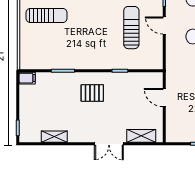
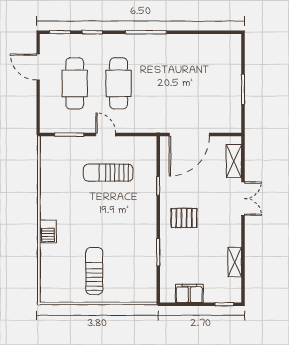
door: (164, 25) -> (106, 135), swing flipped
filing cabinet: (27, 78) -> (189, 293), moved, width x2.00
pallet: (92, 93) -> (184, 218), turned 90
door: (164, 98) -> (189, 135), width x1.87

